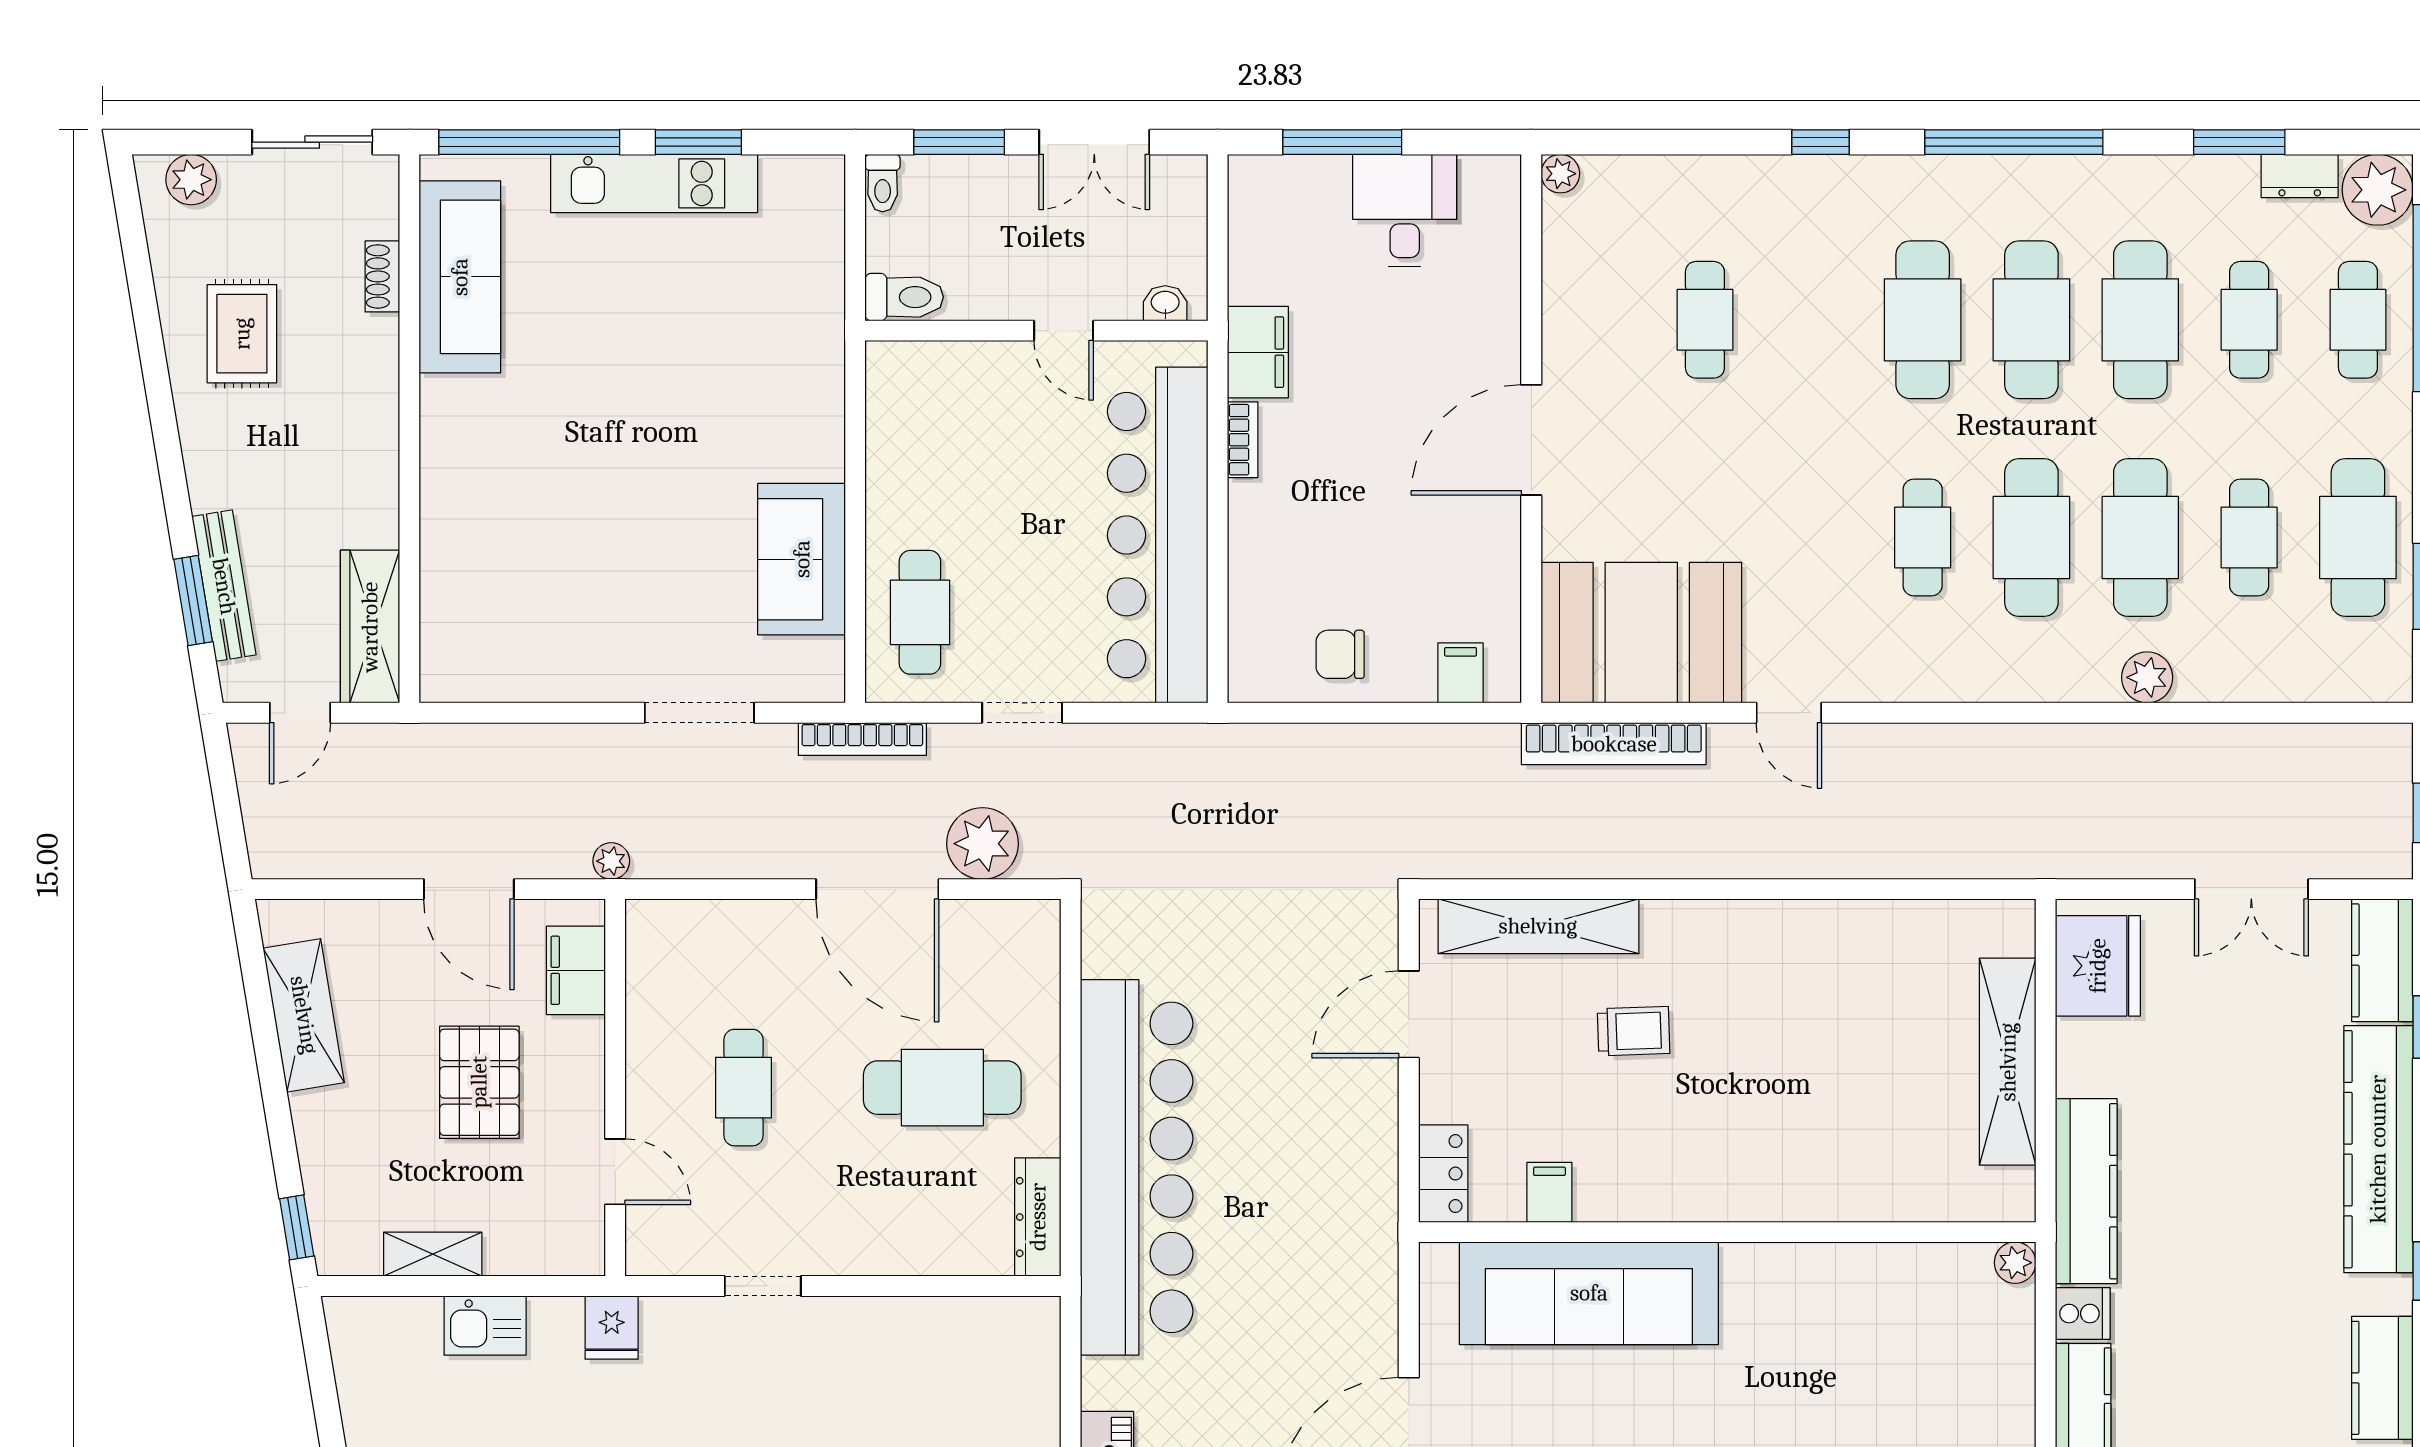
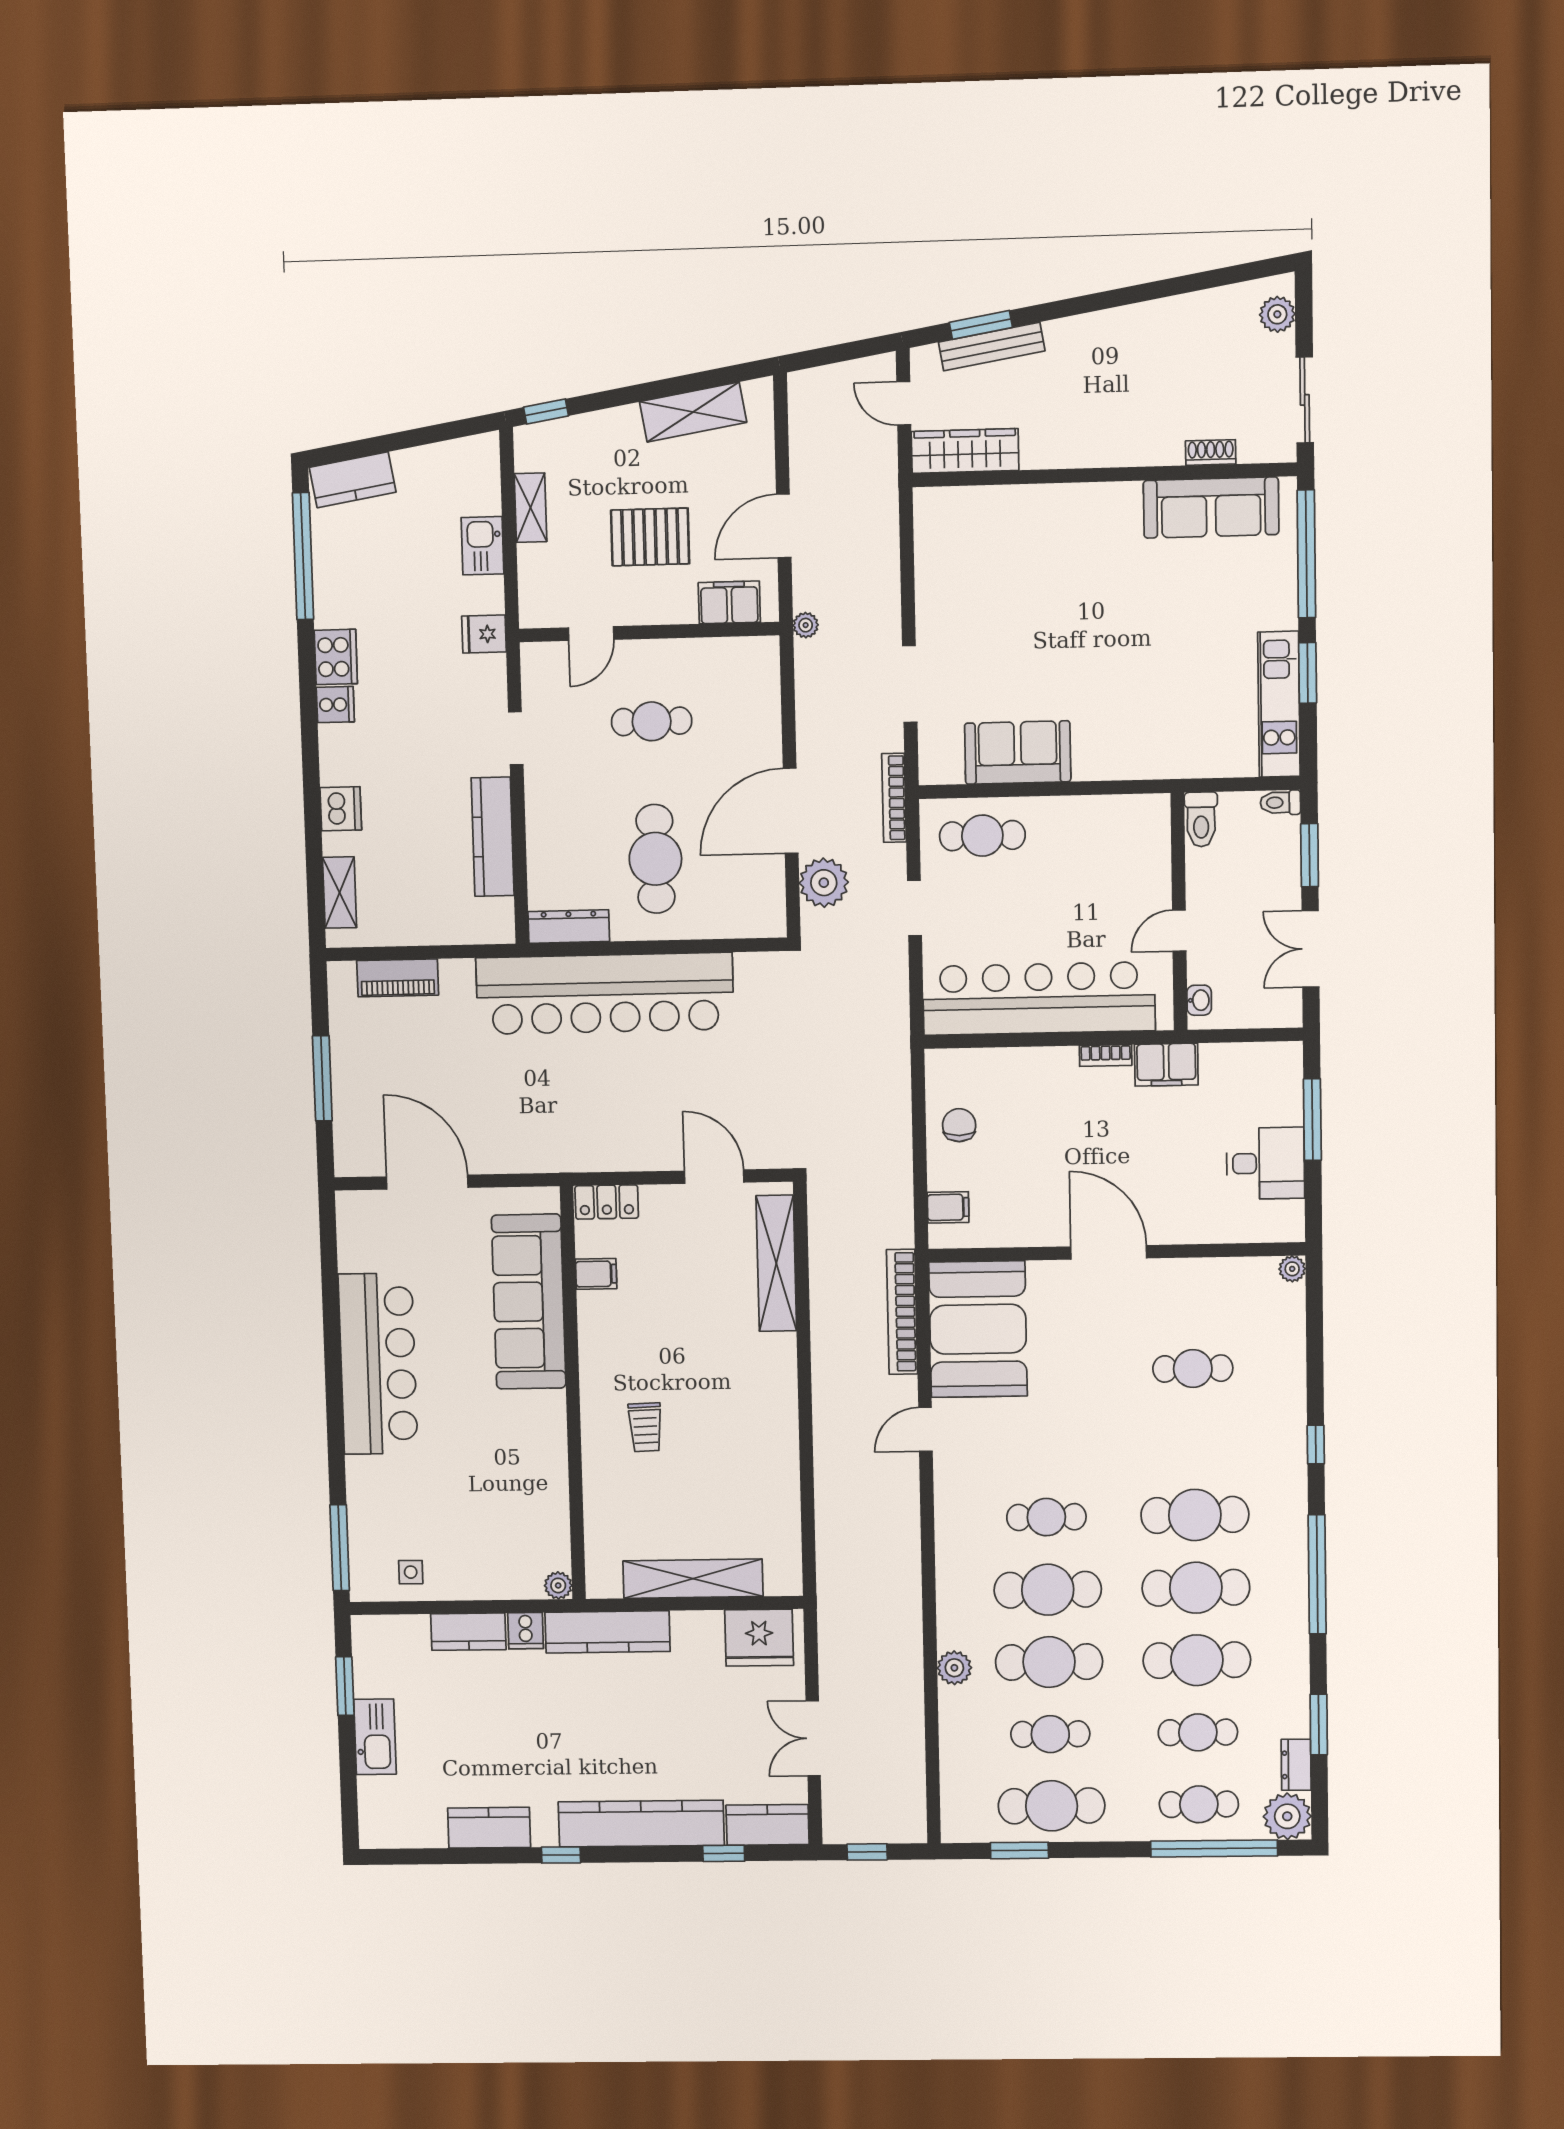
kitchen unit: (654, 183) -> (1279, 704), moved
rug: (242, 334) -> (1169, 354), removed
trolley: (1634, 1031) -> (645, 1427), moved
kitchen counter: (904, 1324) -> (493, 837), added

